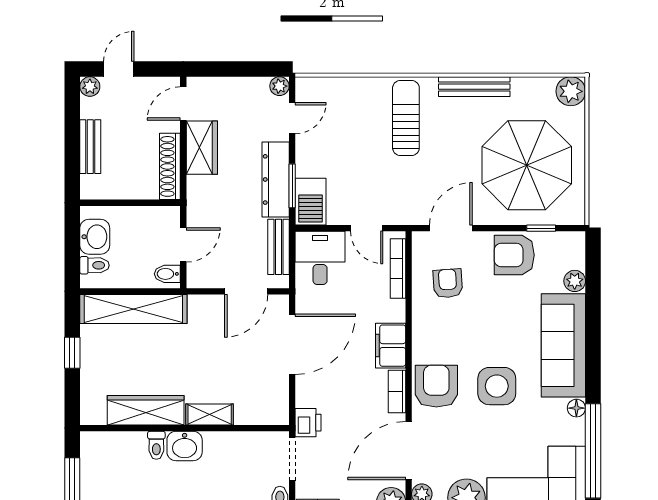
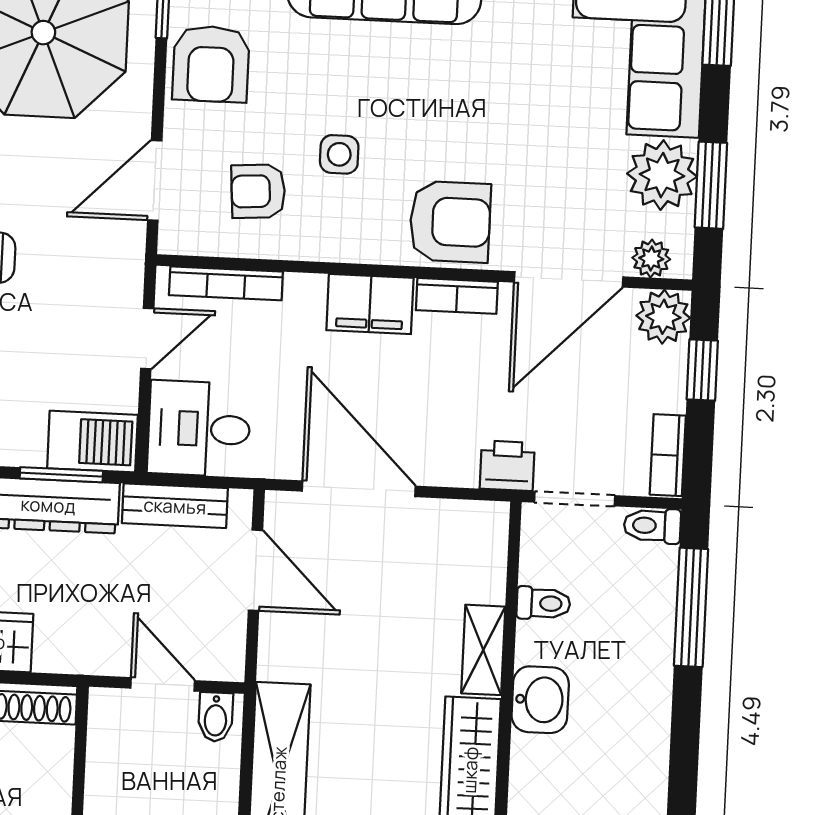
door: (451, 228) -> (155, 180), hinge flipped
armchair: (436, 386) -> (450, 222), turned 180
side table: (497, 386) -> (339, 154), moved, width x0.54, depth x0.54
toilet: (156, 445) -> (543, 603), moved
door: (409, 451) -> (569, 279), hinge flipped

